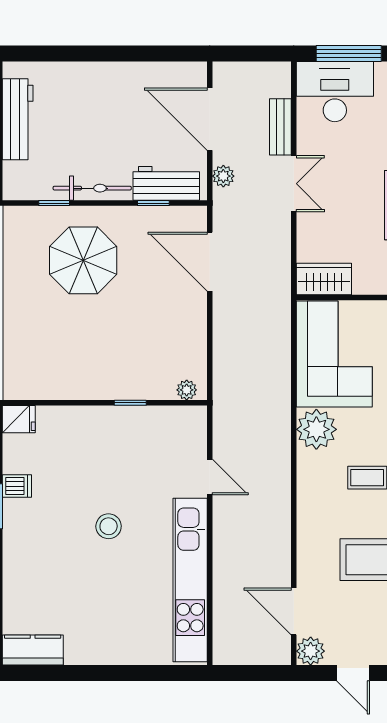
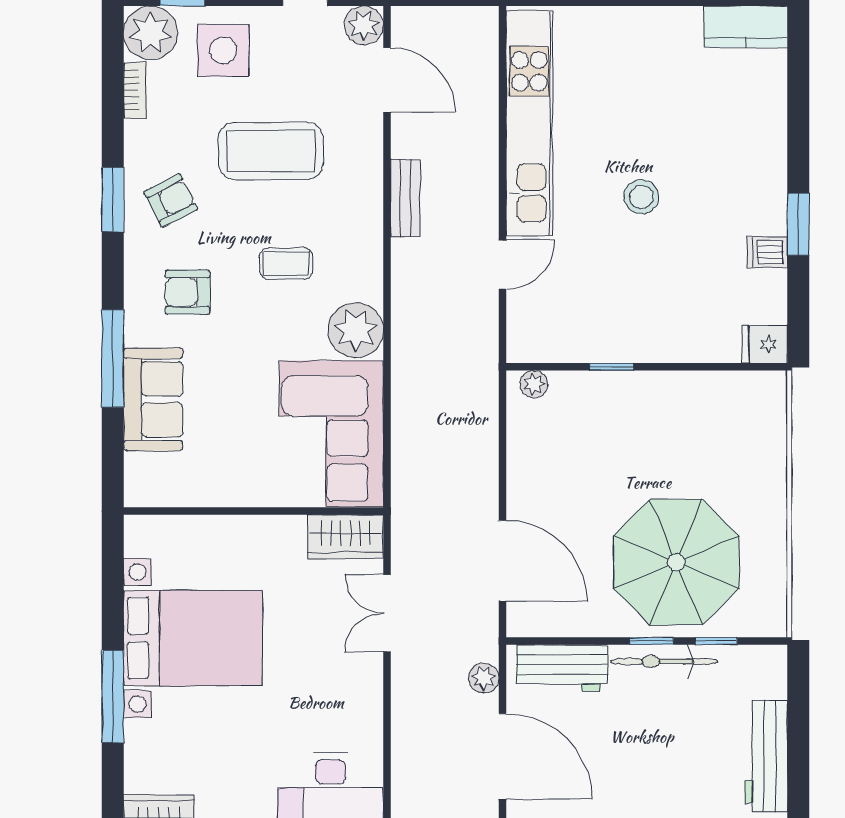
bench: (280, 127) -> (405, 198), moved
double door: (294, 184) -> (387, 613), moved
window: (153, 203) -> (652, 641), moved
parasol: (83, 260) -> (676, 562), width x1.36, depth x1.36
door: (210, 477) -> (502, 264), swing flipped

